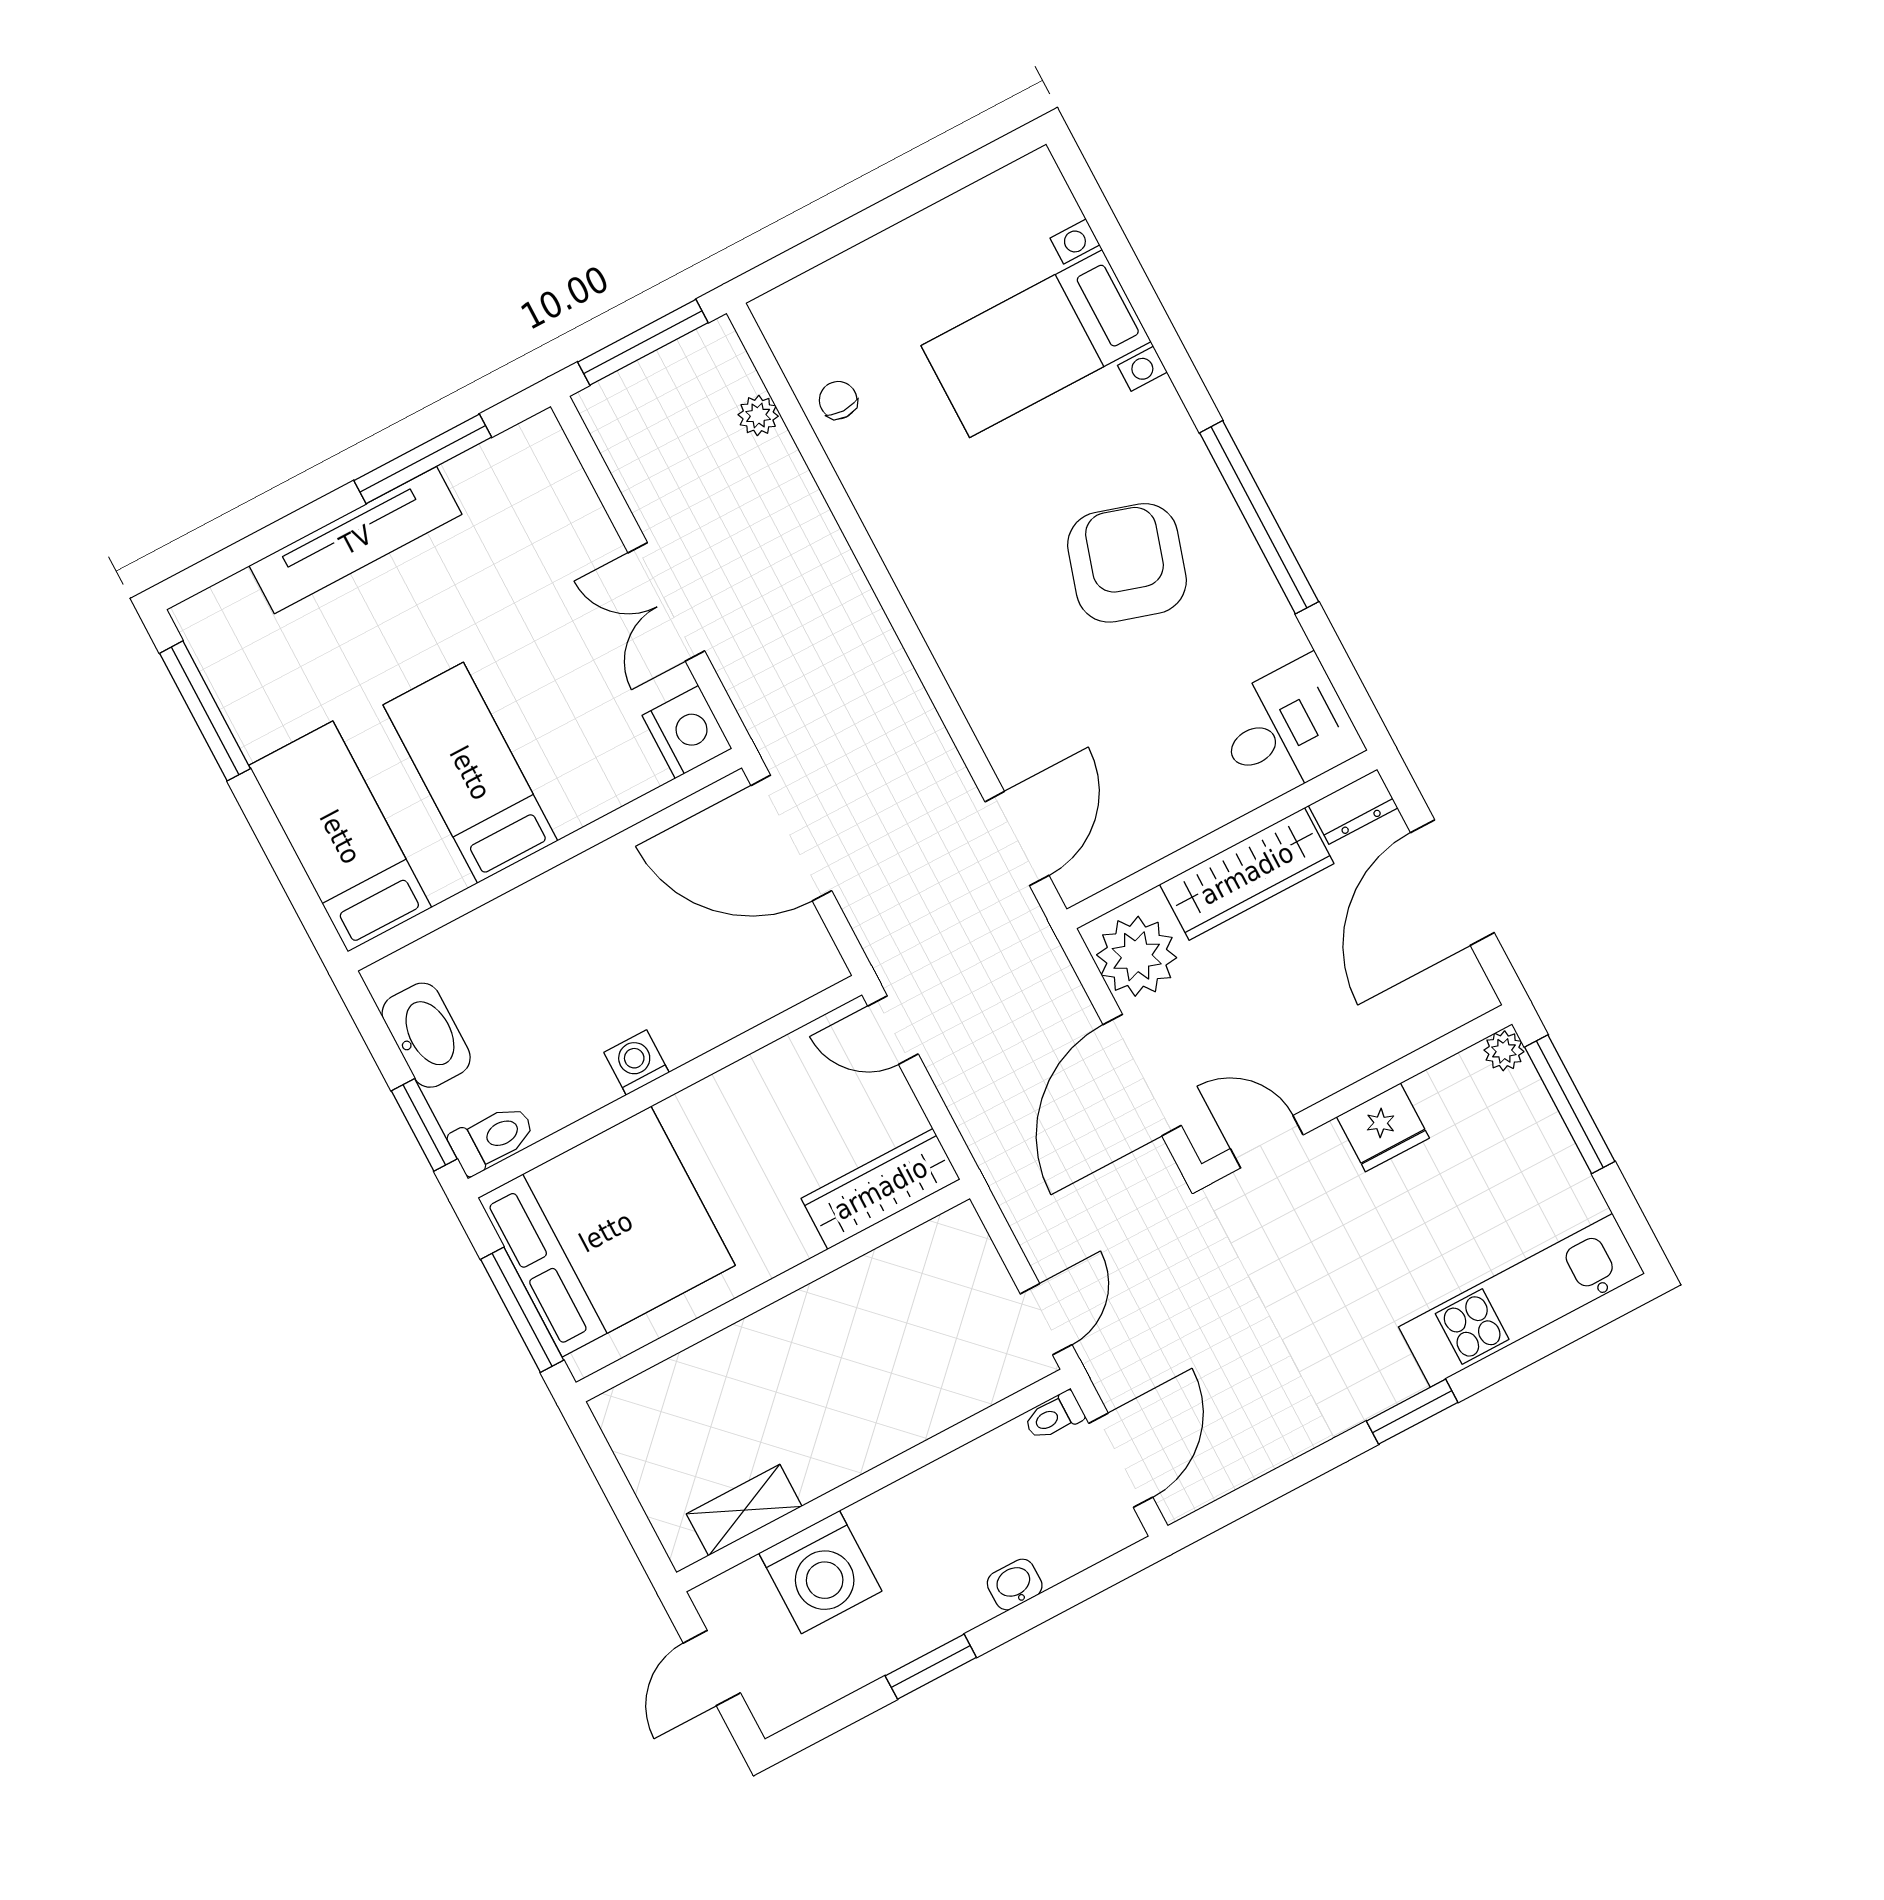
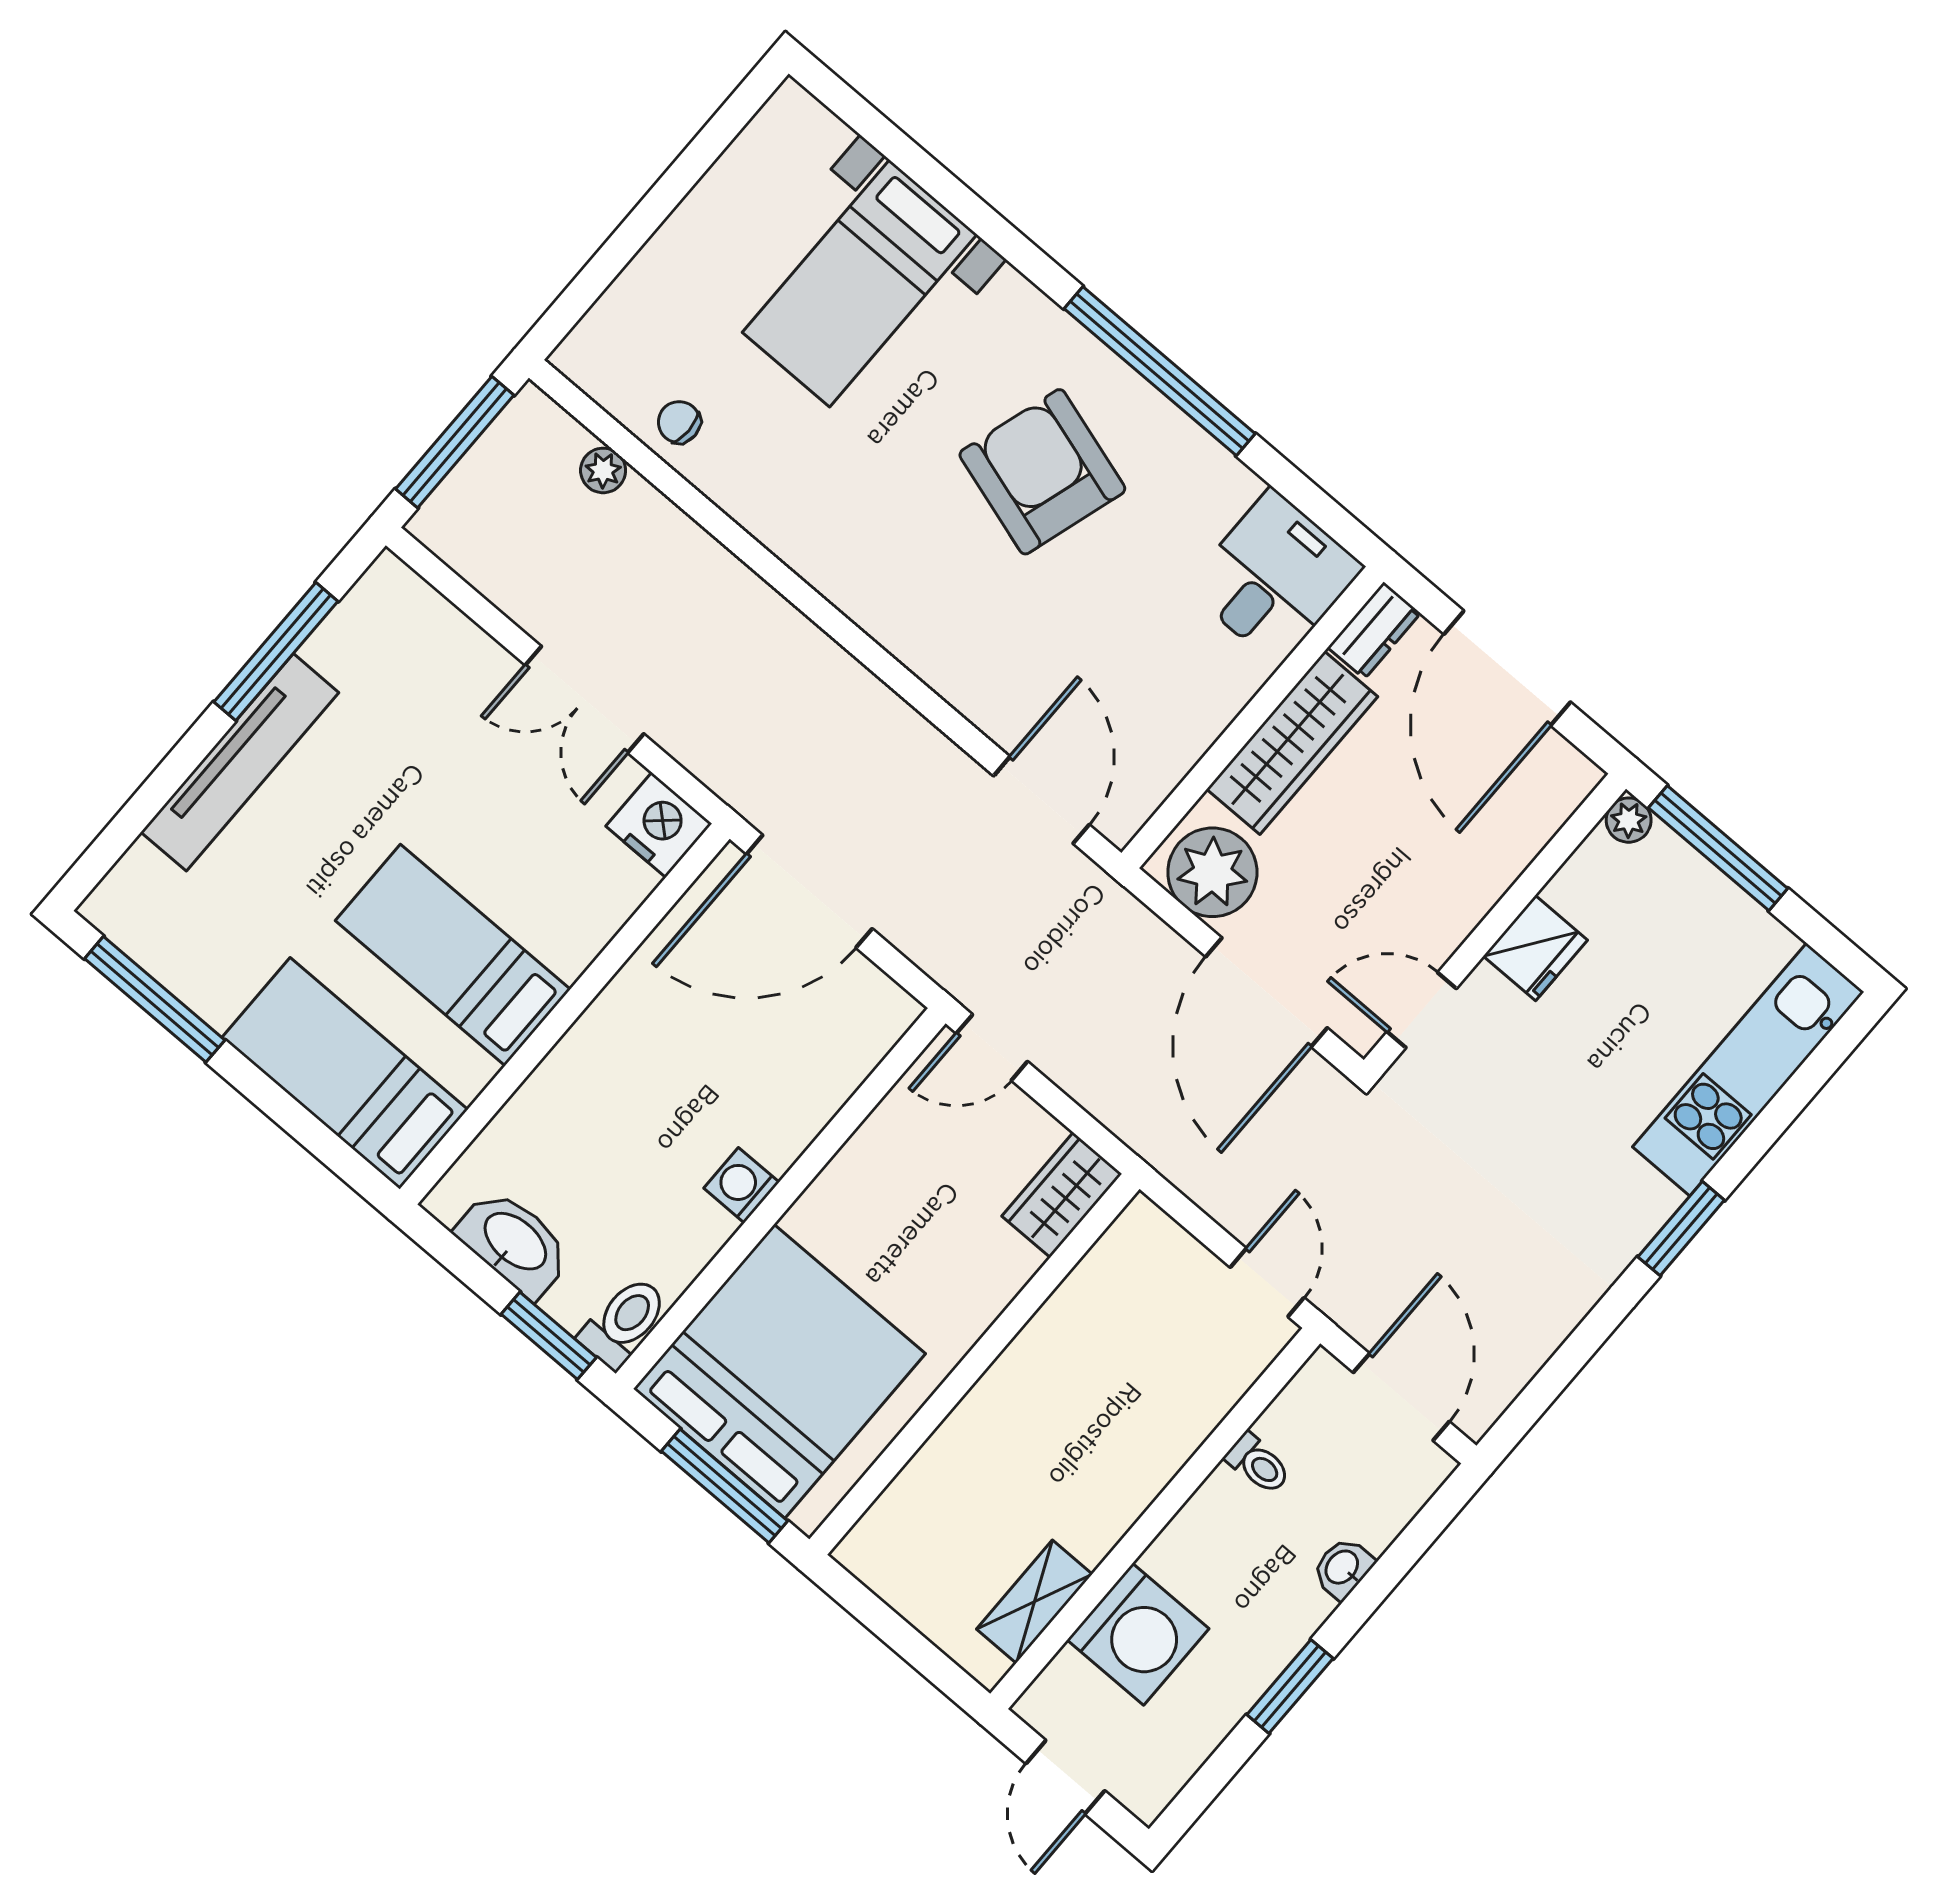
wardrobe: (881, 1189) -> (1062, 1195), width x0.67
toilet: (1054, 1416) -> (1258, 1464), moved, turned -90

